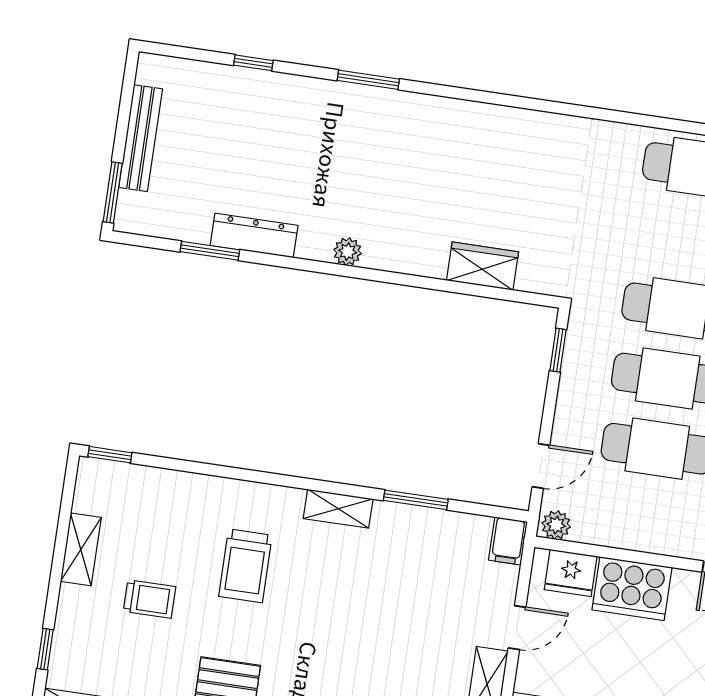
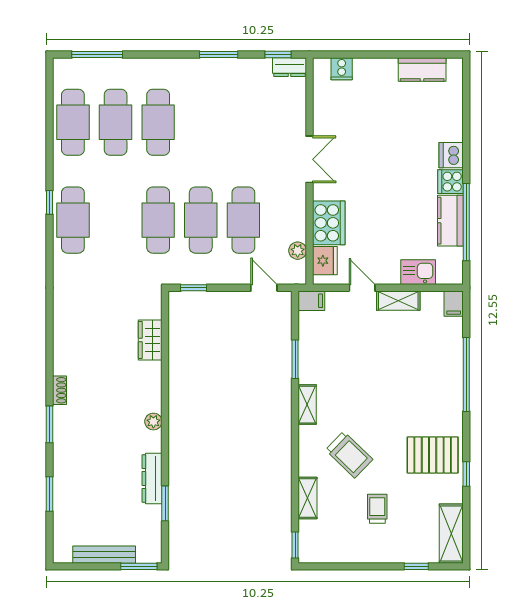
window: (253, 63) -> (49, 494), width x1.50
shoe rack: (422, 105) -> (60, 390), added
plant: (556, 525) -> (298, 251), moved
shelving: (81, 549) -> (307, 498), moved, turned 90
trolley: (245, 566) -> (349, 455), turned 44

